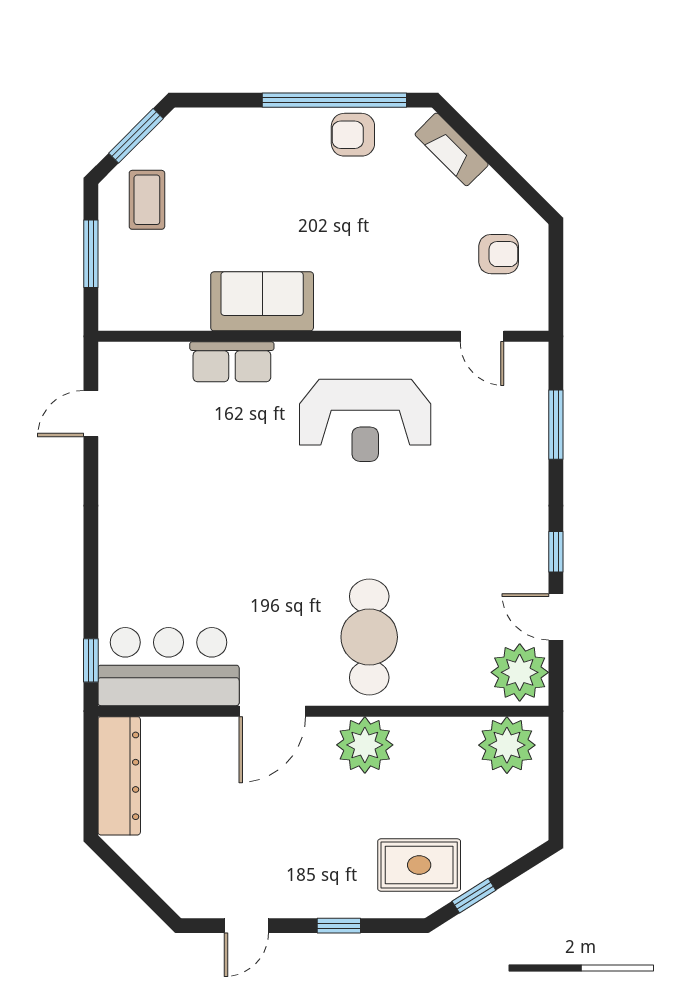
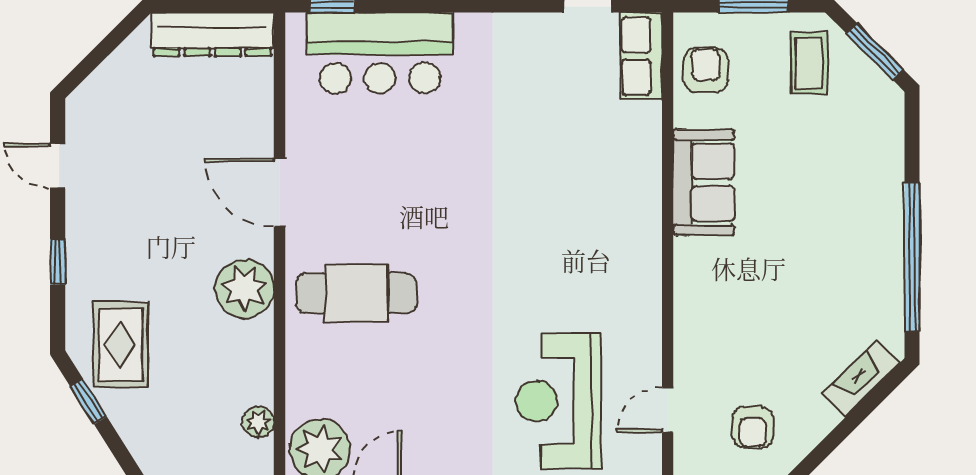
armchair: (353, 135) -> (706, 70), moved
coffee table: (147, 200) -> (809, 63), turned 90
row of seats: (232, 362) -> (641, 56), moved
reception desk: (365, 420) -> (559, 401), moved
bar counter: (169, 667) -> (380, 53), moved, turned 90
plant: (507, 745) -> (258, 422), width x0.53, depth x0.53

